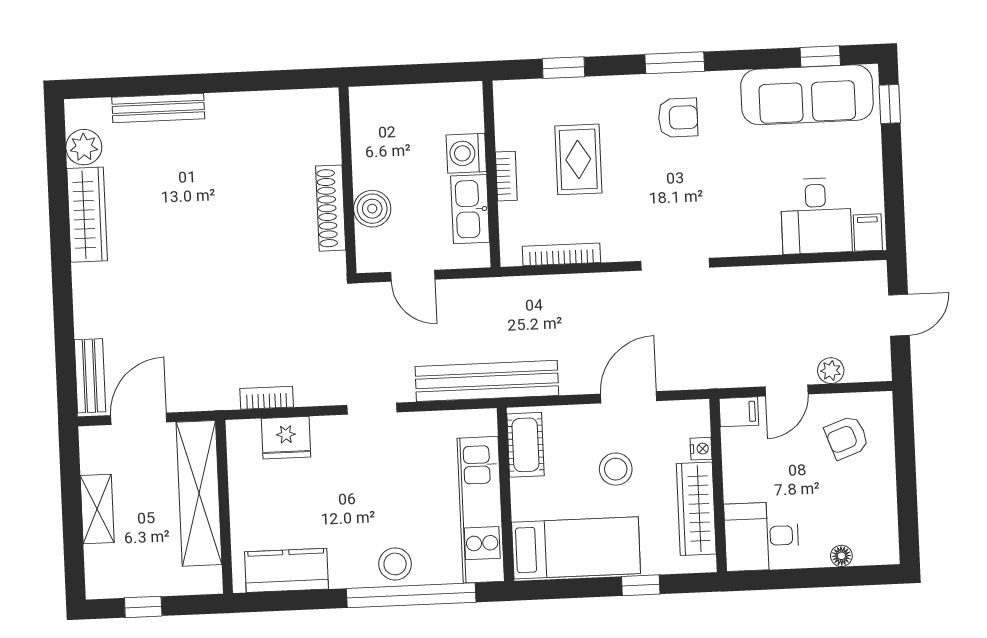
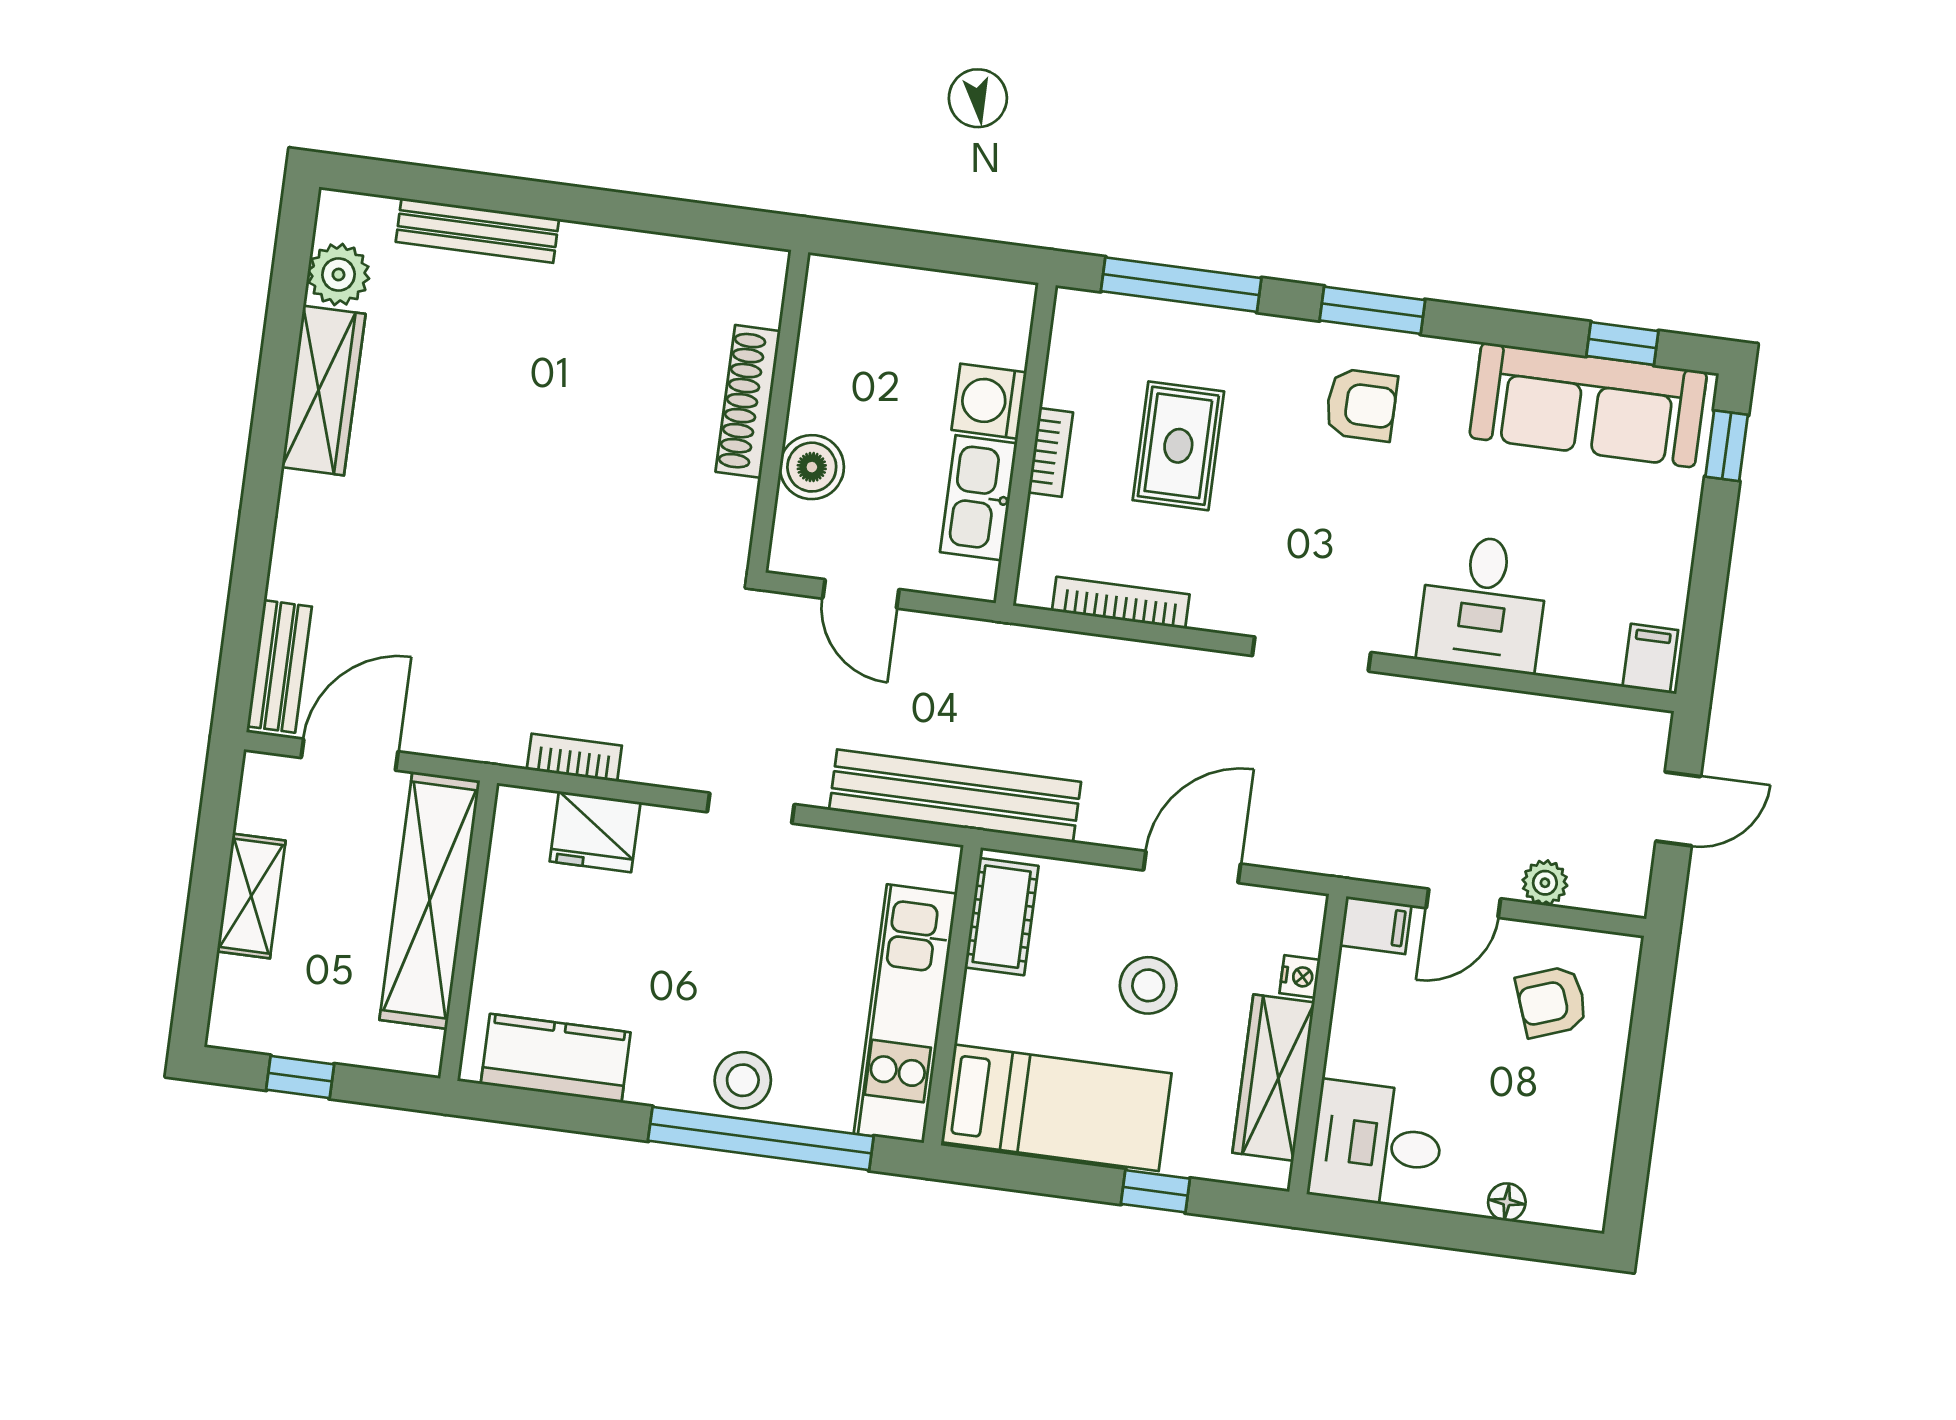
window: (564, 68) -> (1181, 285), width x2.17
shoe rack: (331, 208) -> (748, 401), moved
desk: (816, 216) -> (1483, 603), moved

